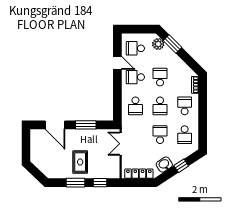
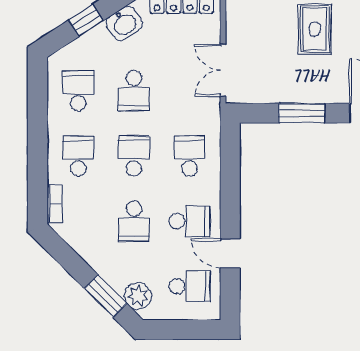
school desk: (185, 106) -> (78, 156), turned 180
double door: (121, 144) -> (223, 70), swing flipped

